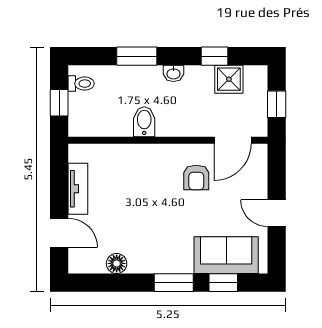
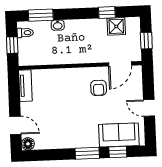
window: (137, 56) -> (41, 15), moved
washbasin: (173, 73) -> (58, 25), moved
bidet: (144, 122) -> (65, 55), removed
tv unit: (78, 189) -> (25, 86), moved
floor lamp: (117, 263) -> (28, 144), moved

